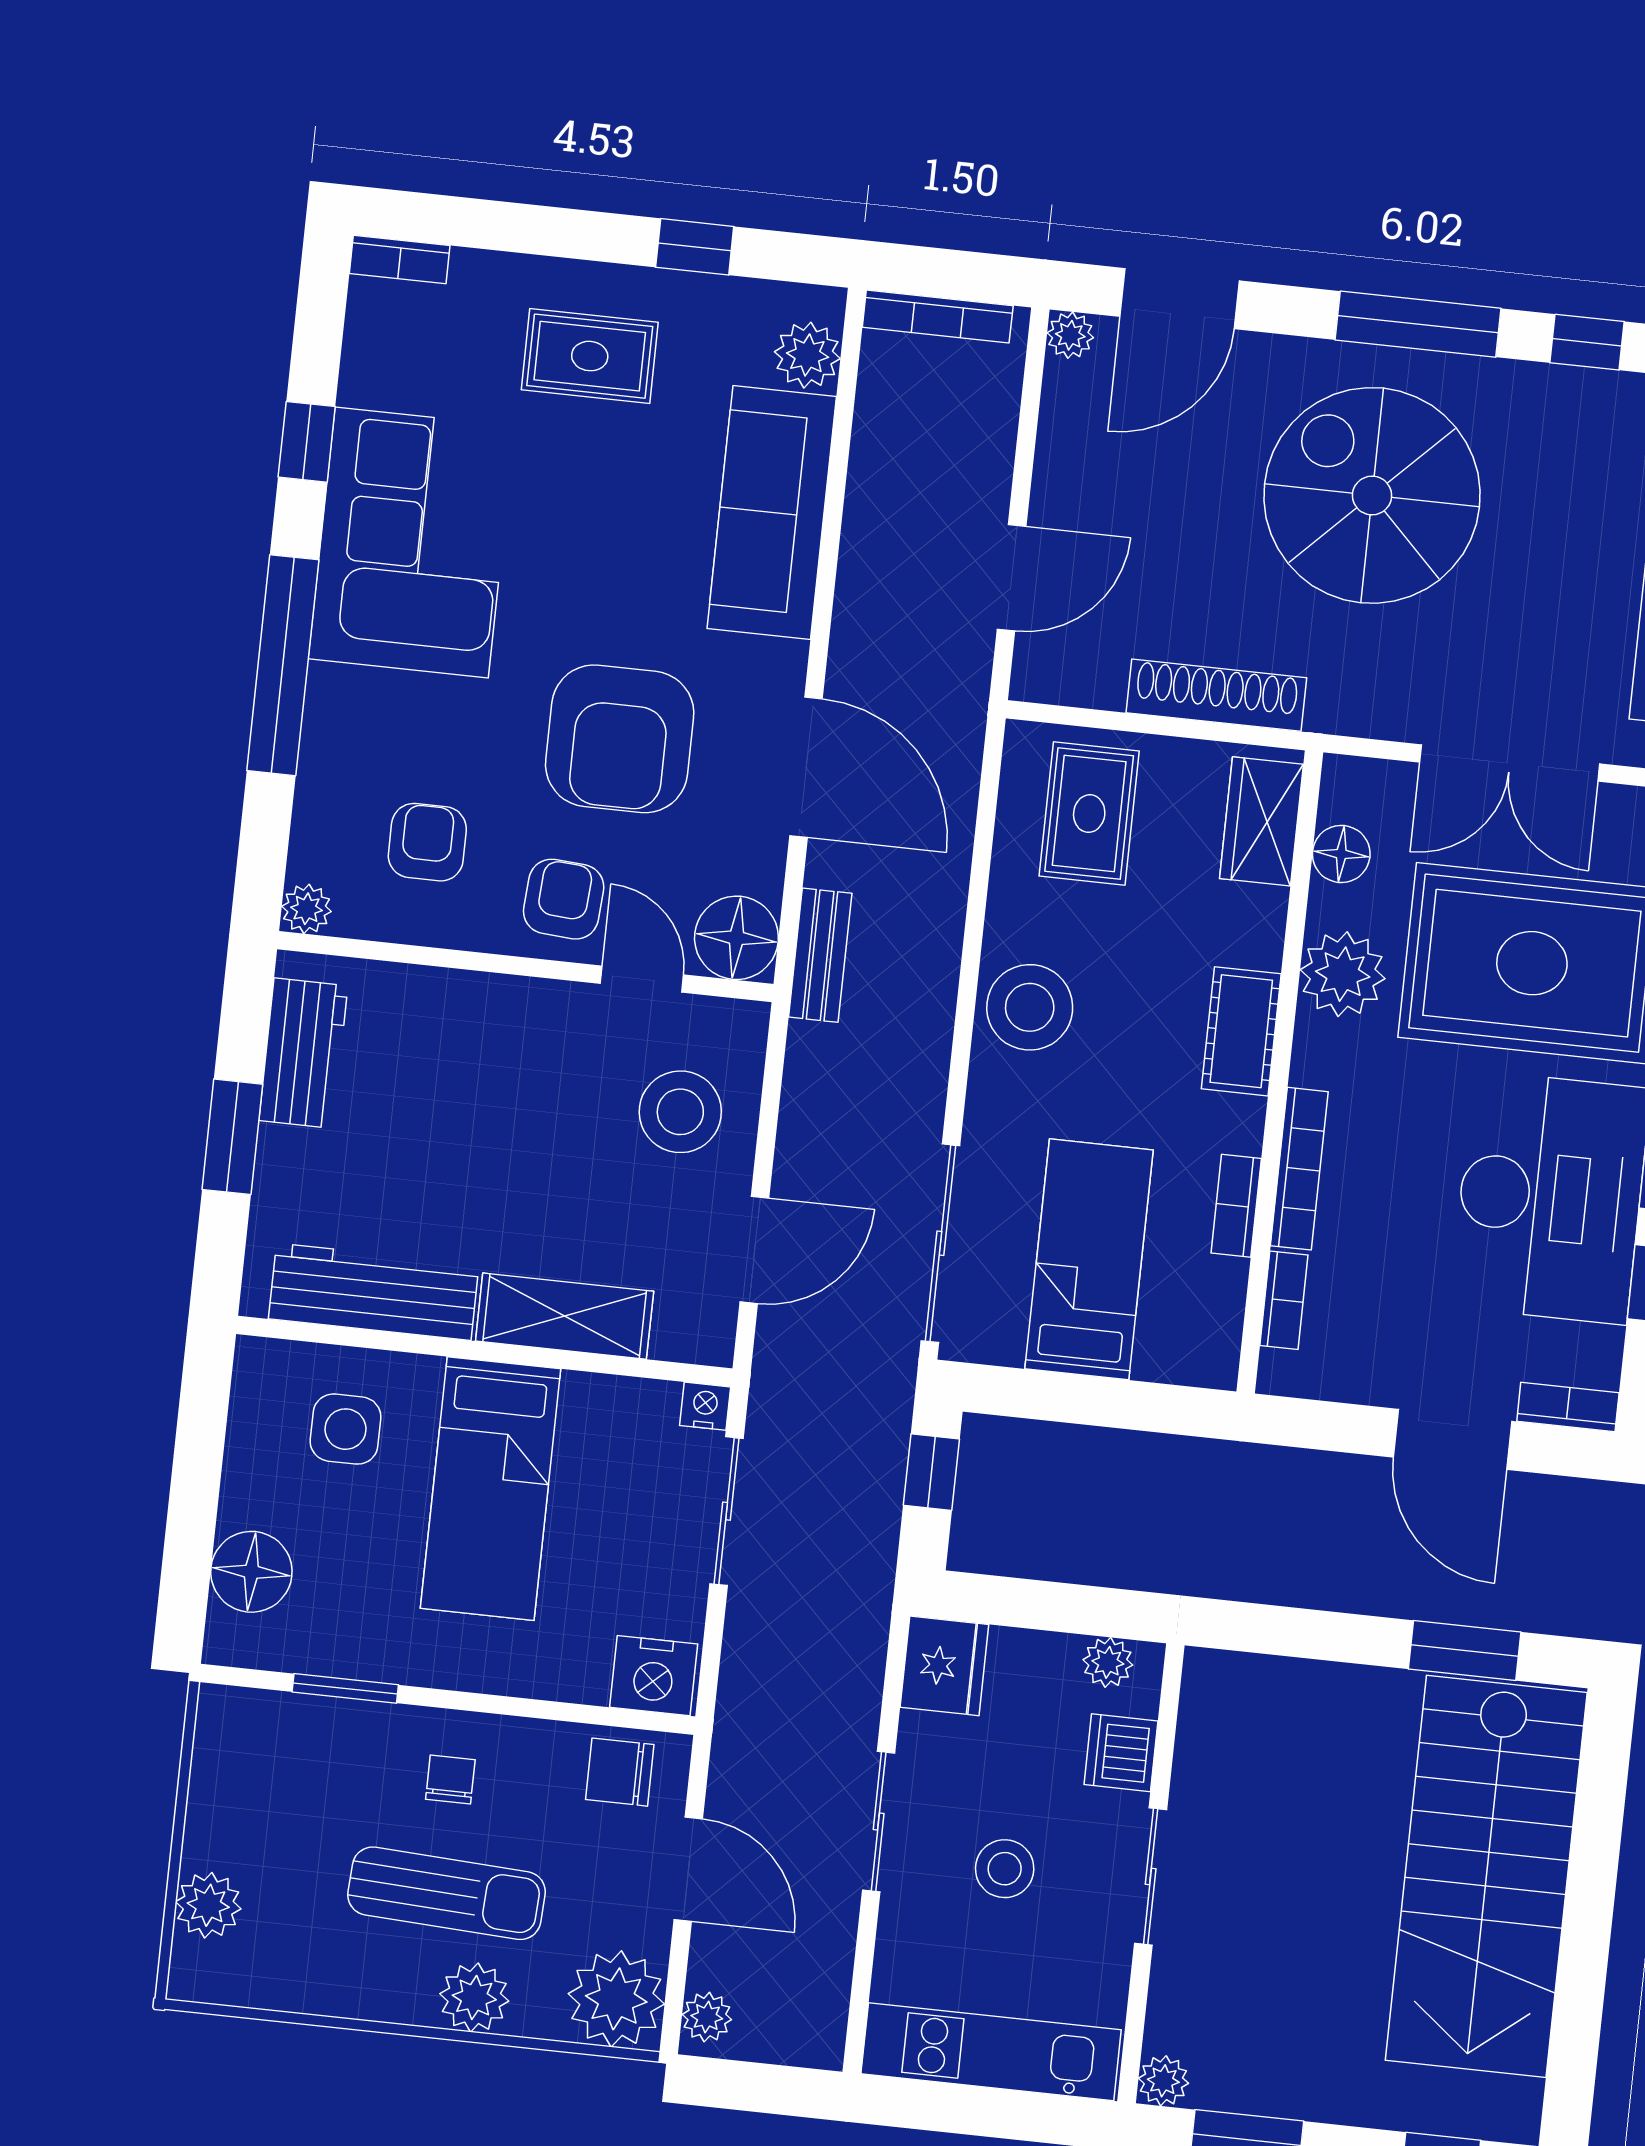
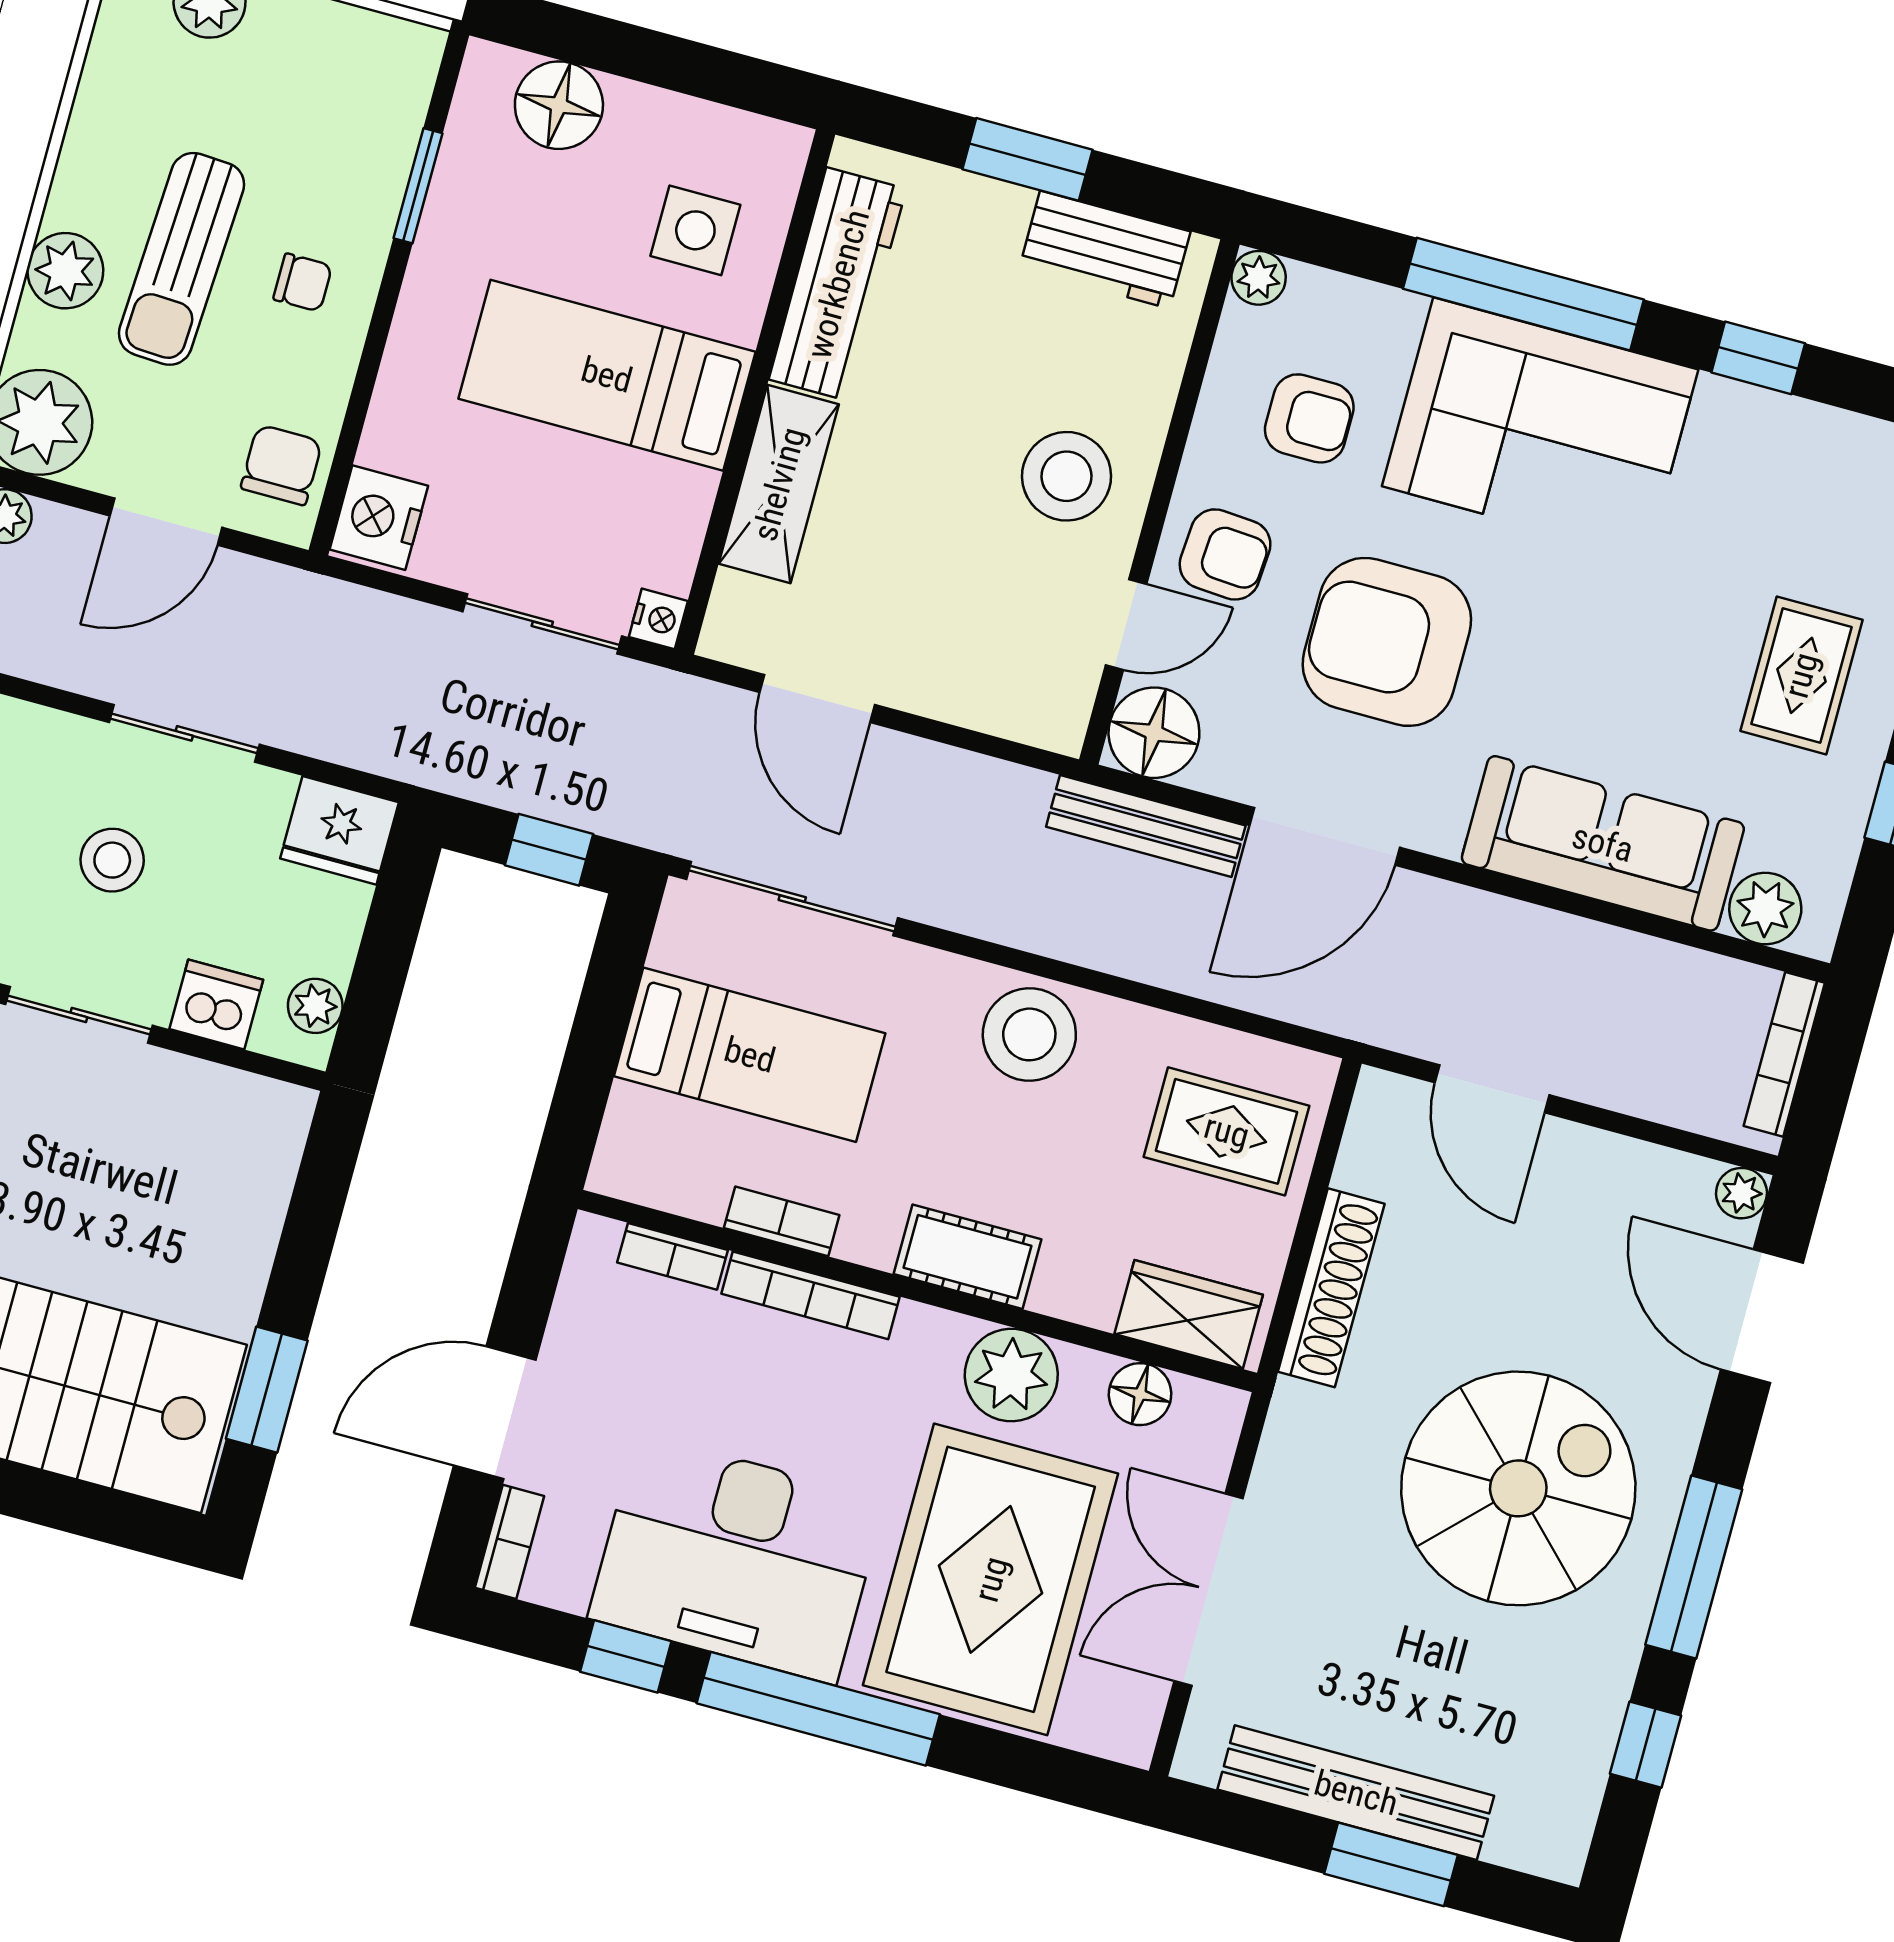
corner sofa: (412, 542) -> (1540, 428), moved
bench: (820, 955) -> (1146, 826), width x1.36
stool: (680, 1112) -> (1067, 476), moved

